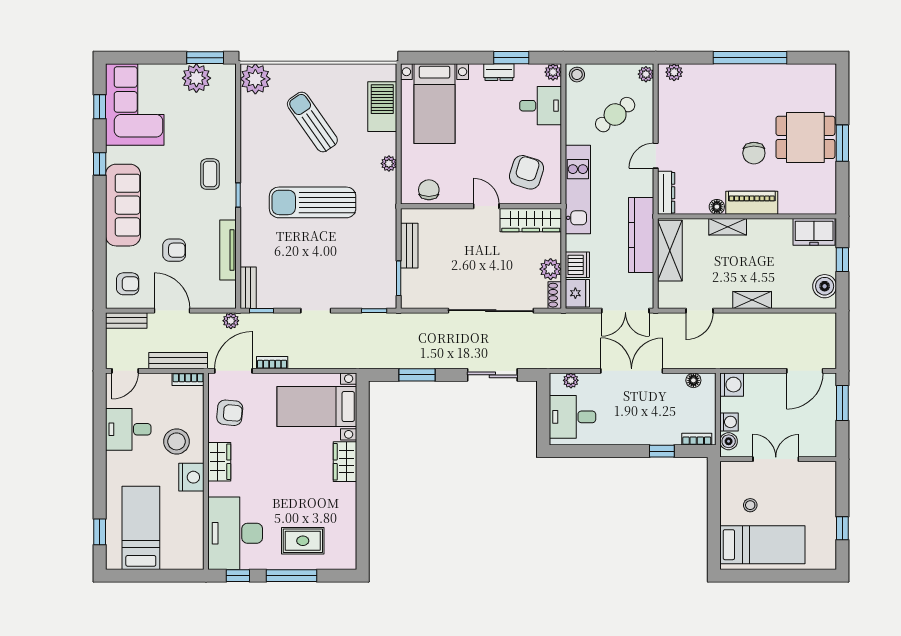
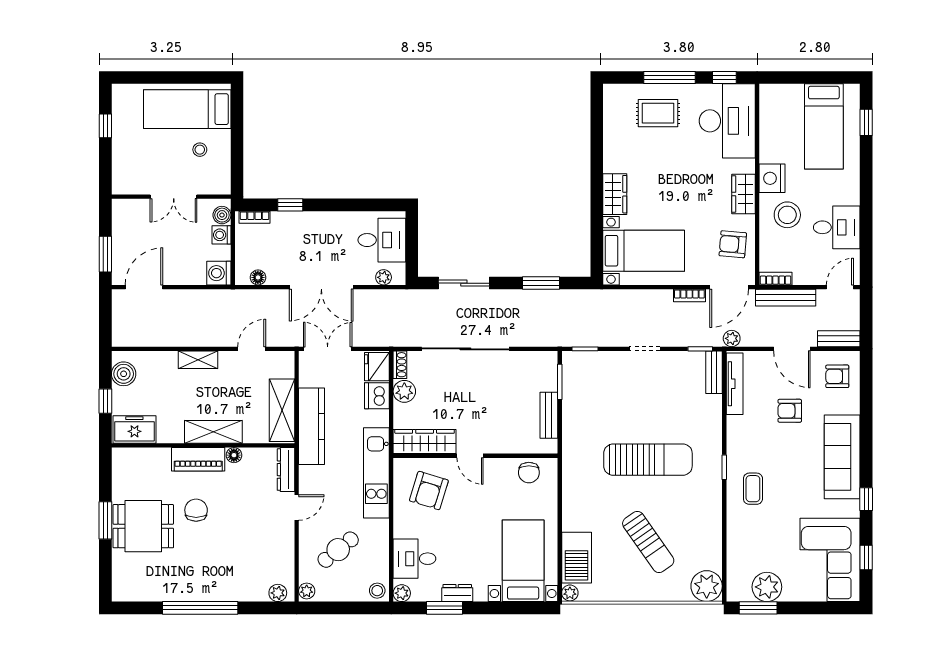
plant: (389, 164) -> (570, 593), moved
shelving: (728, 227) -> (213, 432), width x1.50, depth x1.33
tv unit: (228, 250) -> (735, 384), moved

